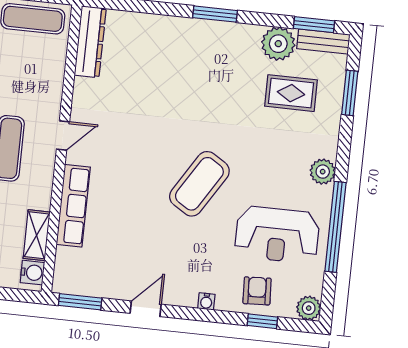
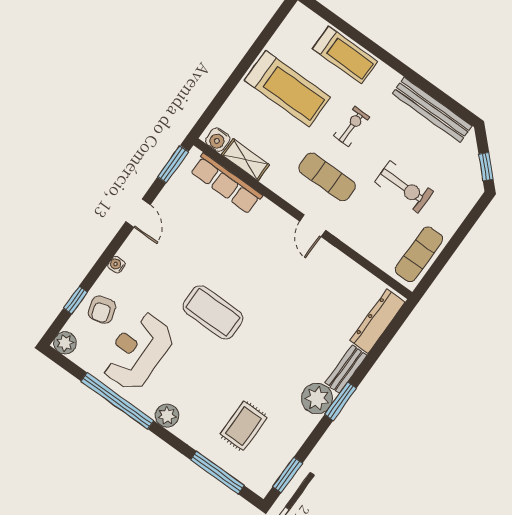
bench: (323, 41) -> (346, 369), moved
dresser: (90, 42) -> (377, 321), moved, turned 90
plant: (278, 44) -> (317, 398), moved
window: (350, 93) -> (217, 473), width x1.44
coffee table: (199, 184) -> (213, 312), turned -32
row of seats: (73, 206) -> (226, 184), moved
armchair: (257, 291) -> (102, 310), turned 77

